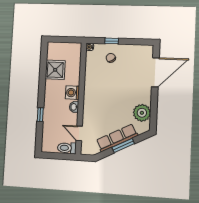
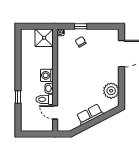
shower: (55, 70) -> (44, 38), moved
row of seats: (117, 138) -> (90, 114), width x0.68
window: (123, 146) -> (96, 121), removed
toilet: (67, 148) -> (45, 99), moved

